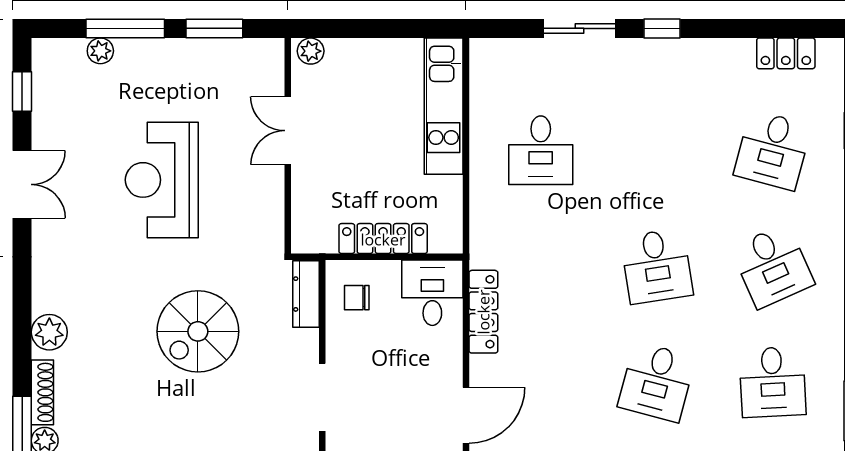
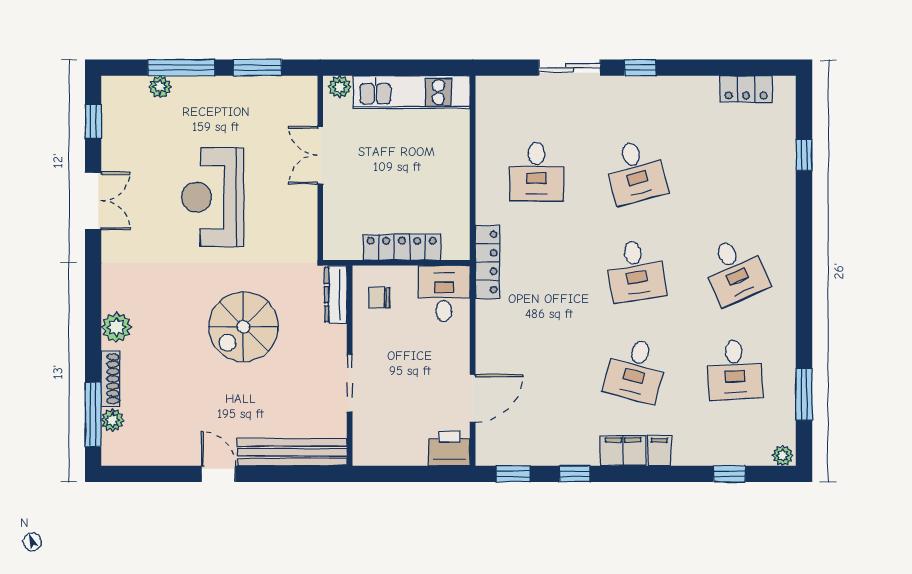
kitchen unit: (444, 106) -> (412, 92), moved, turned -90
desk: (773, 150) -> (636, 172), moved, turned -30
locker: (483, 312) -> (487, 262), moved

